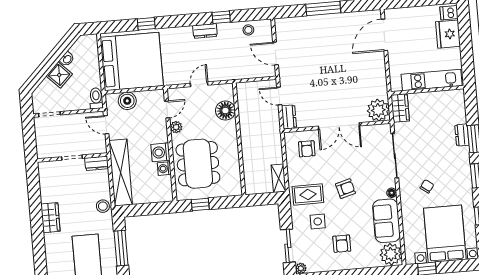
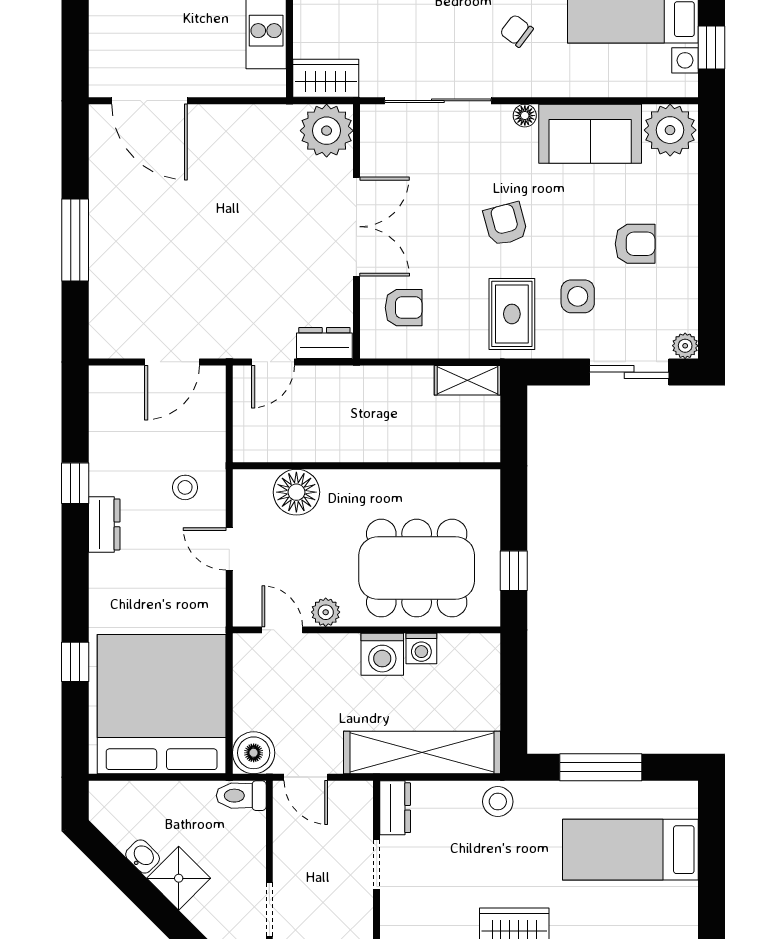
stool: (248, 30) -> (185, 487), moved
boiler: (127, 101) -> (254, 753), moved
door: (106, 125) -> (306, 777), hinge flipped

